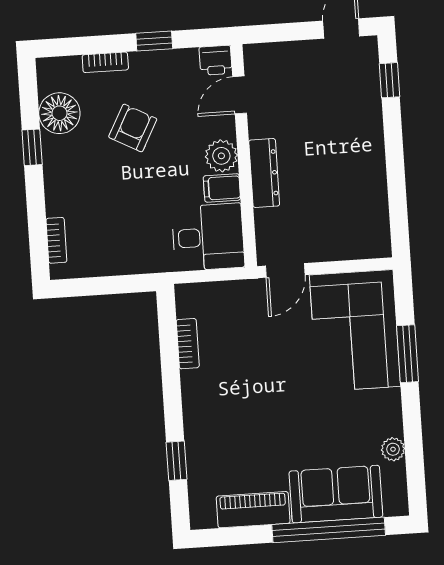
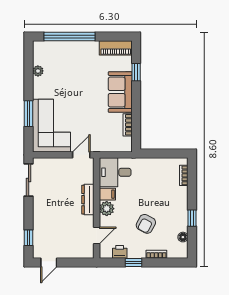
printer: (216, 60) -> (120, 252), moved
floor lamp: (59, 113) -> (183, 237), width x0.53, depth x0.53
sliding door: (398, 208) -> (29, 180), added
sofa: (336, 494) -> (120, 92), moved, turned 90
piano: (253, 510) -> (116, 48), moved

